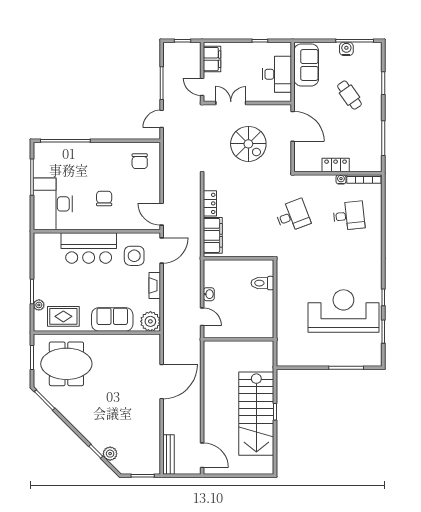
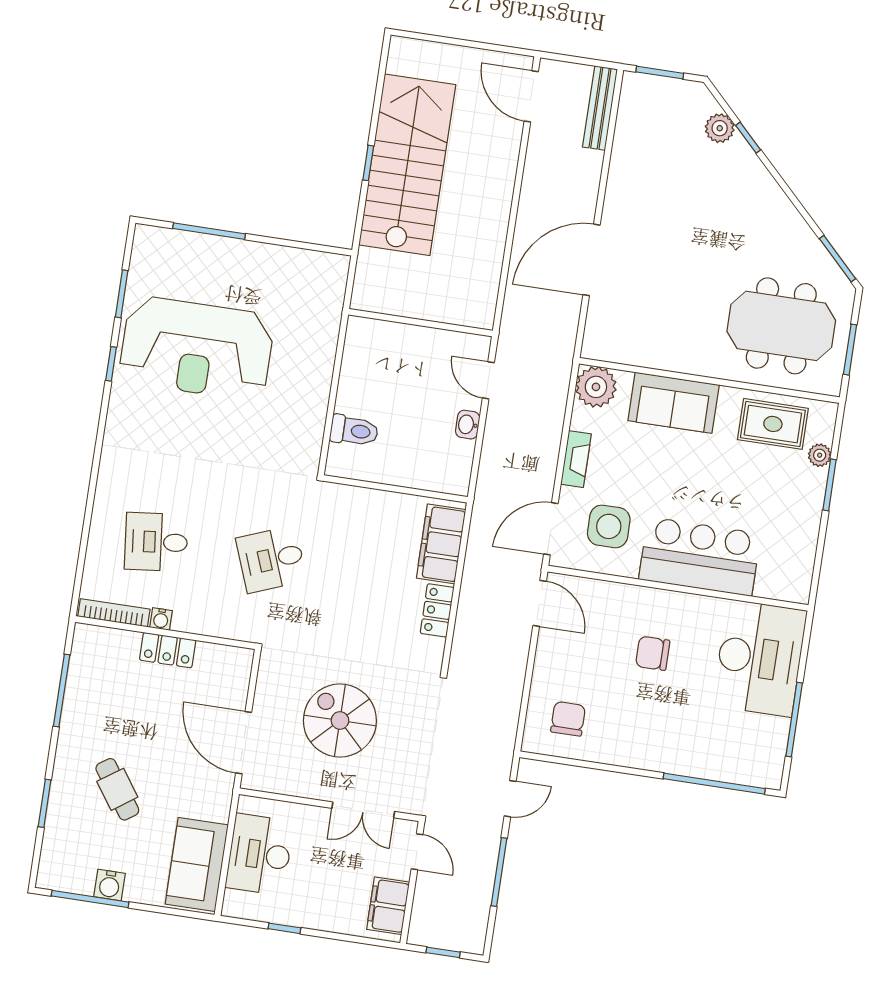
chair: (104, 199) -> (653, 653), turned 90

